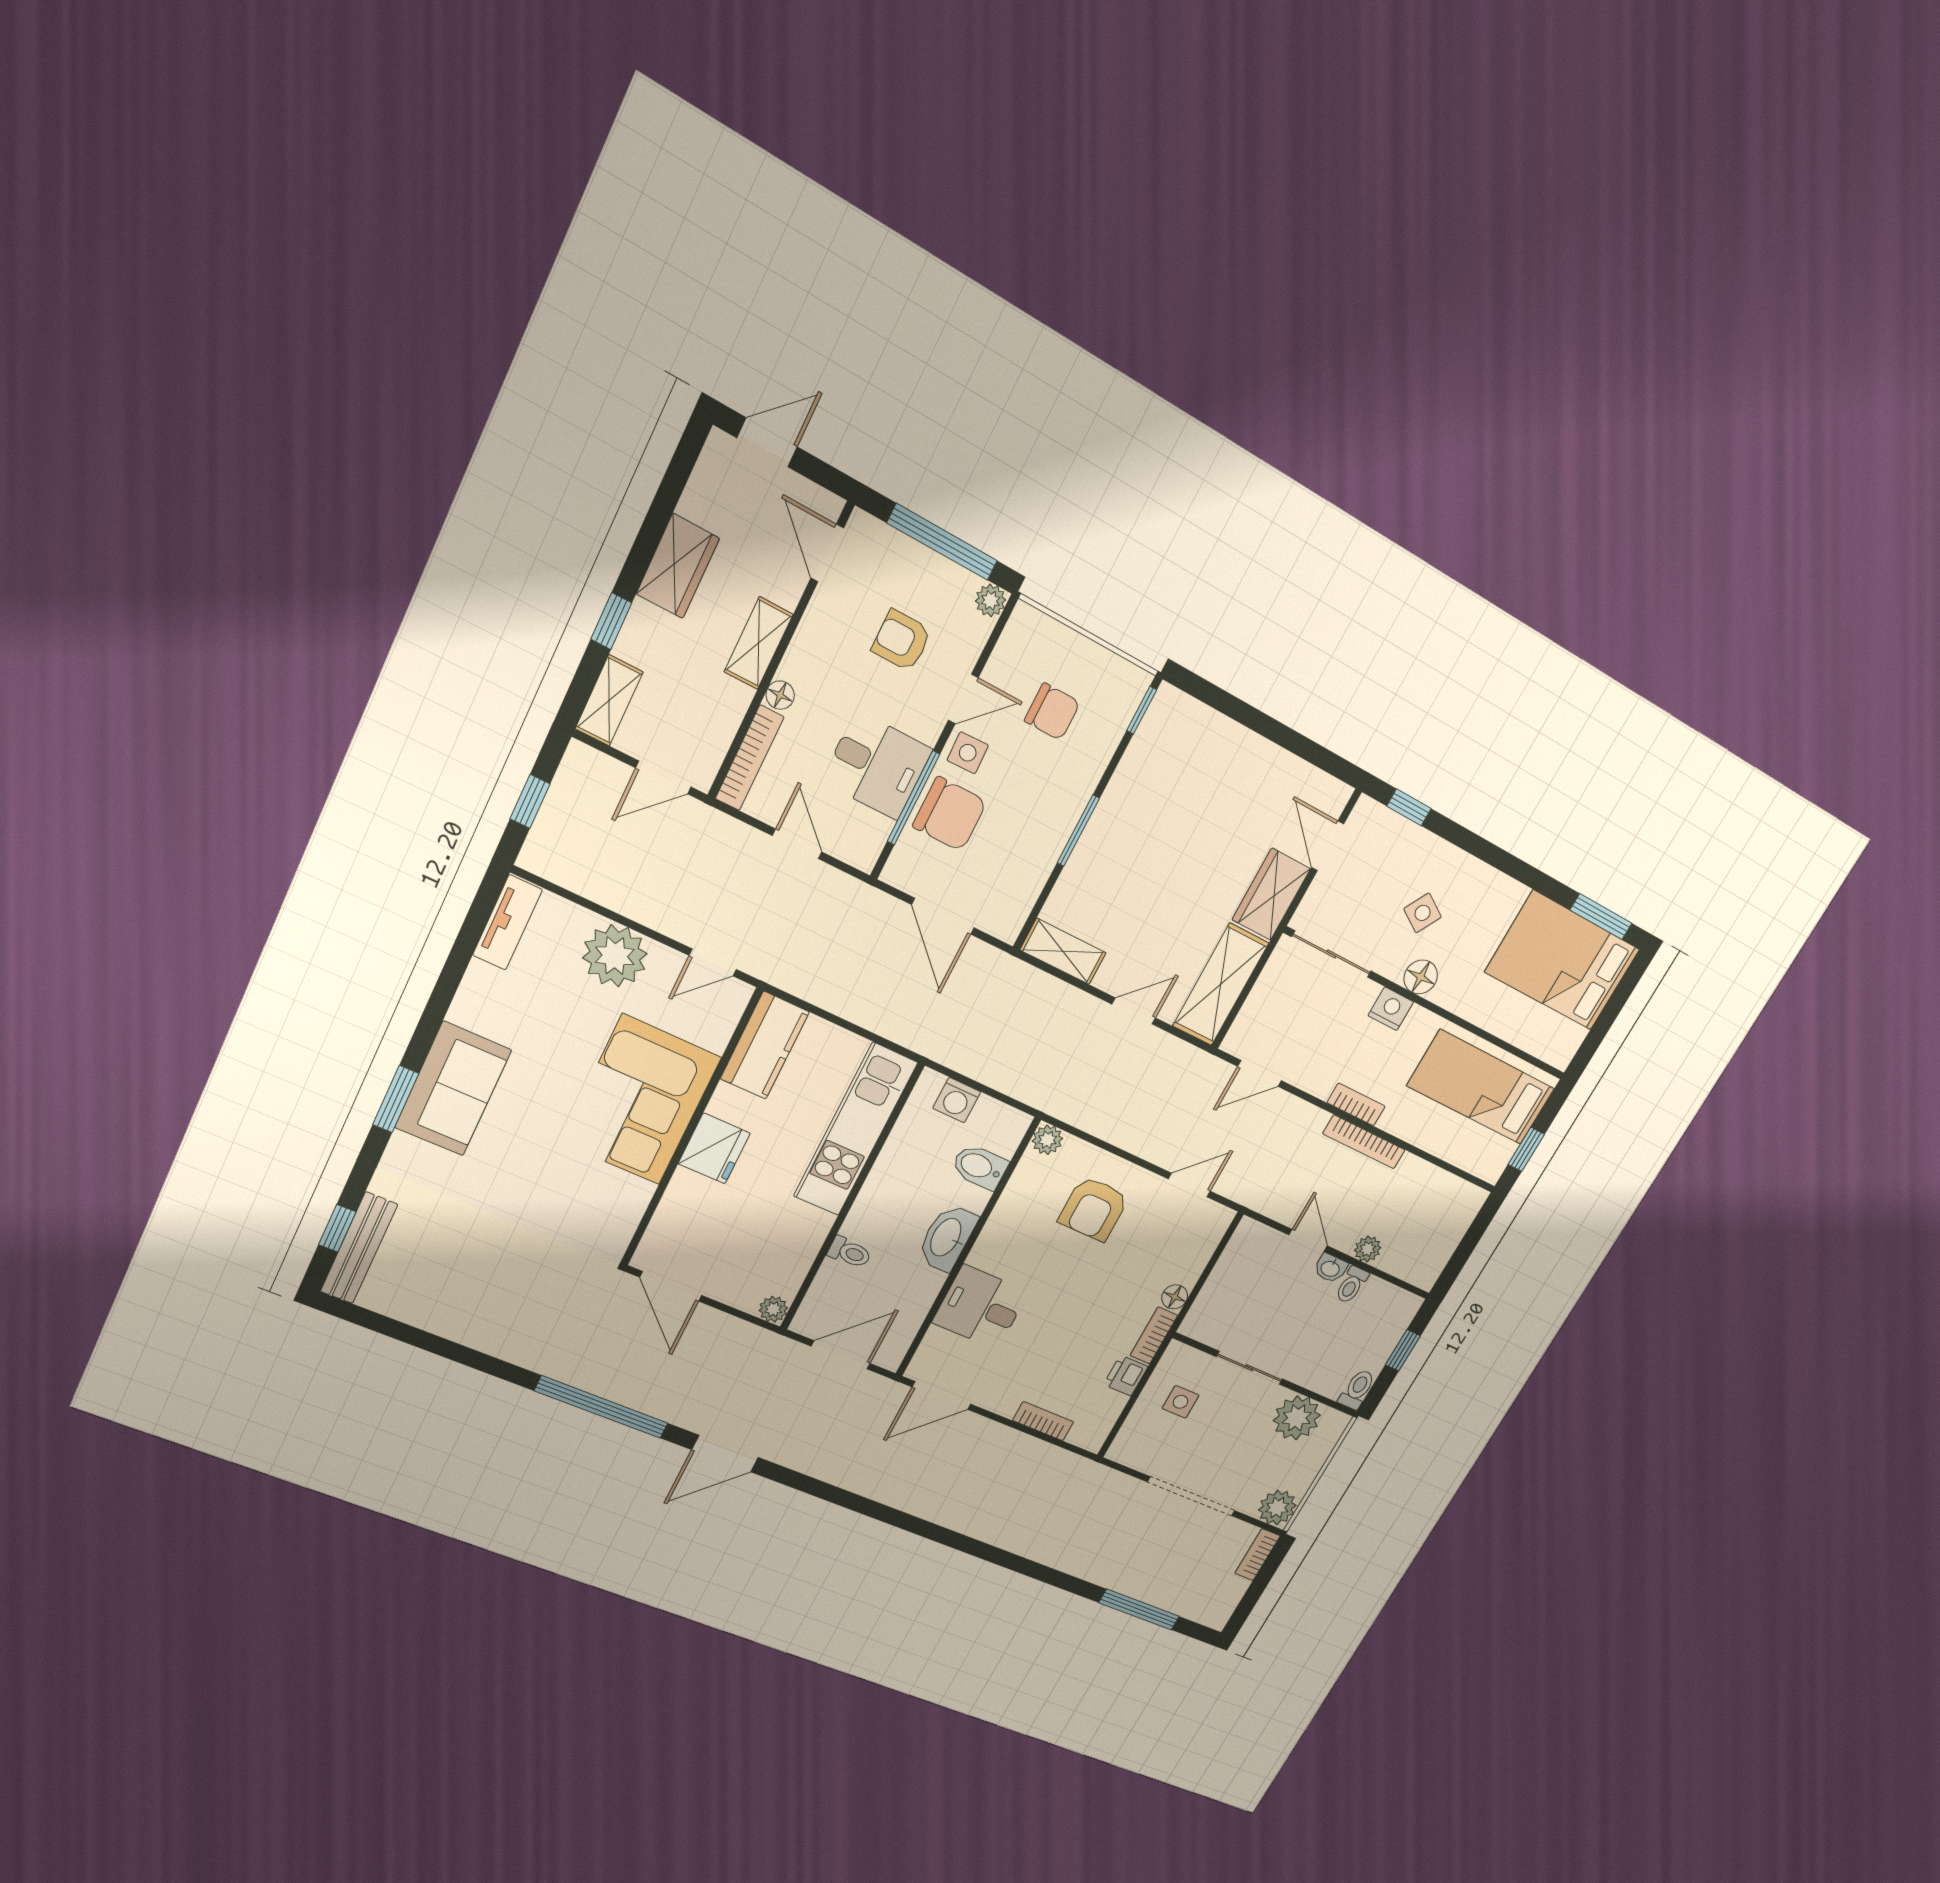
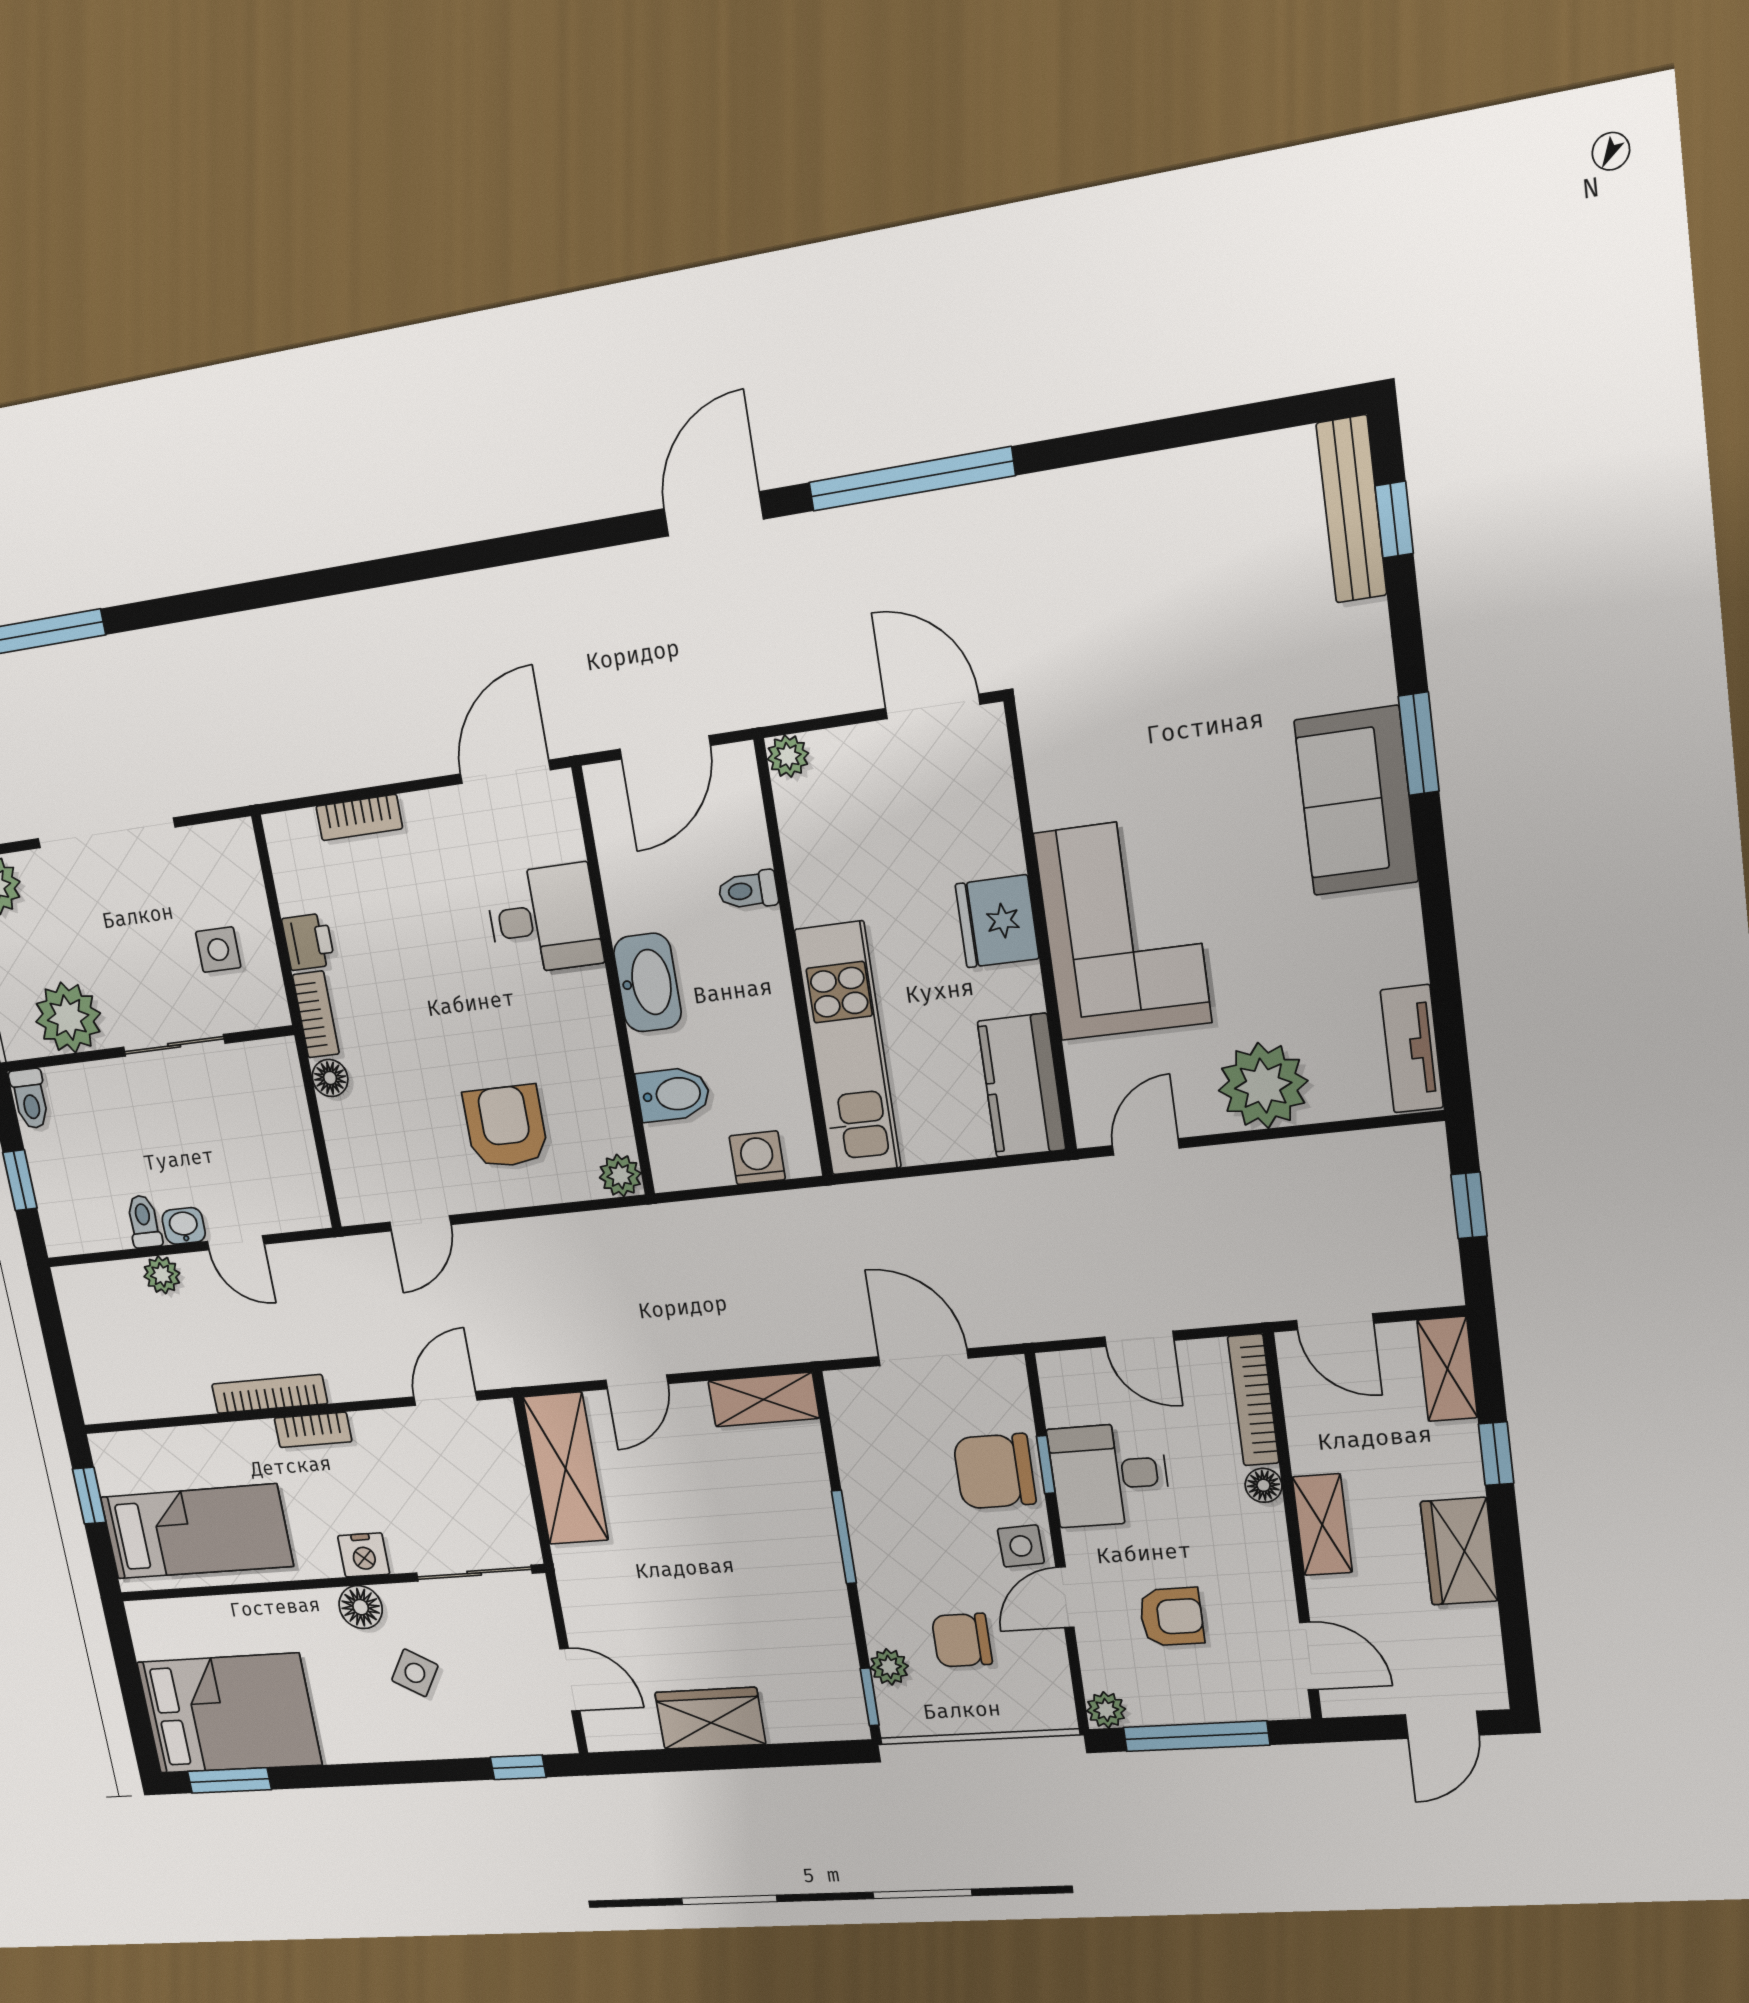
plant: (1114, 723) -> (889, 1667), added
door: (663, 777) -> (1335, 1322), swing flipped
window: (913, 798) -> (1046, 1464), width x0.46
wardrobe: (1271, 894) -> (710, 1718), moved, turned -90

